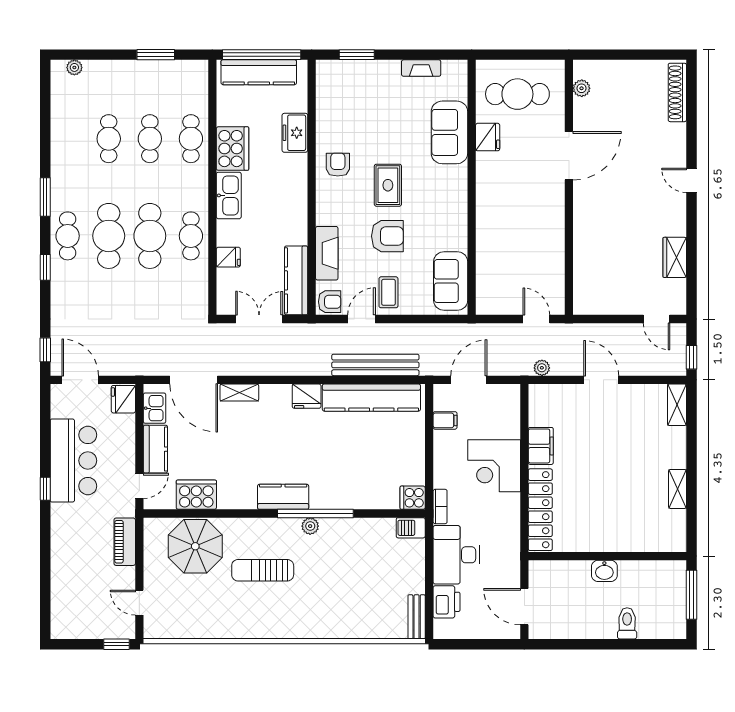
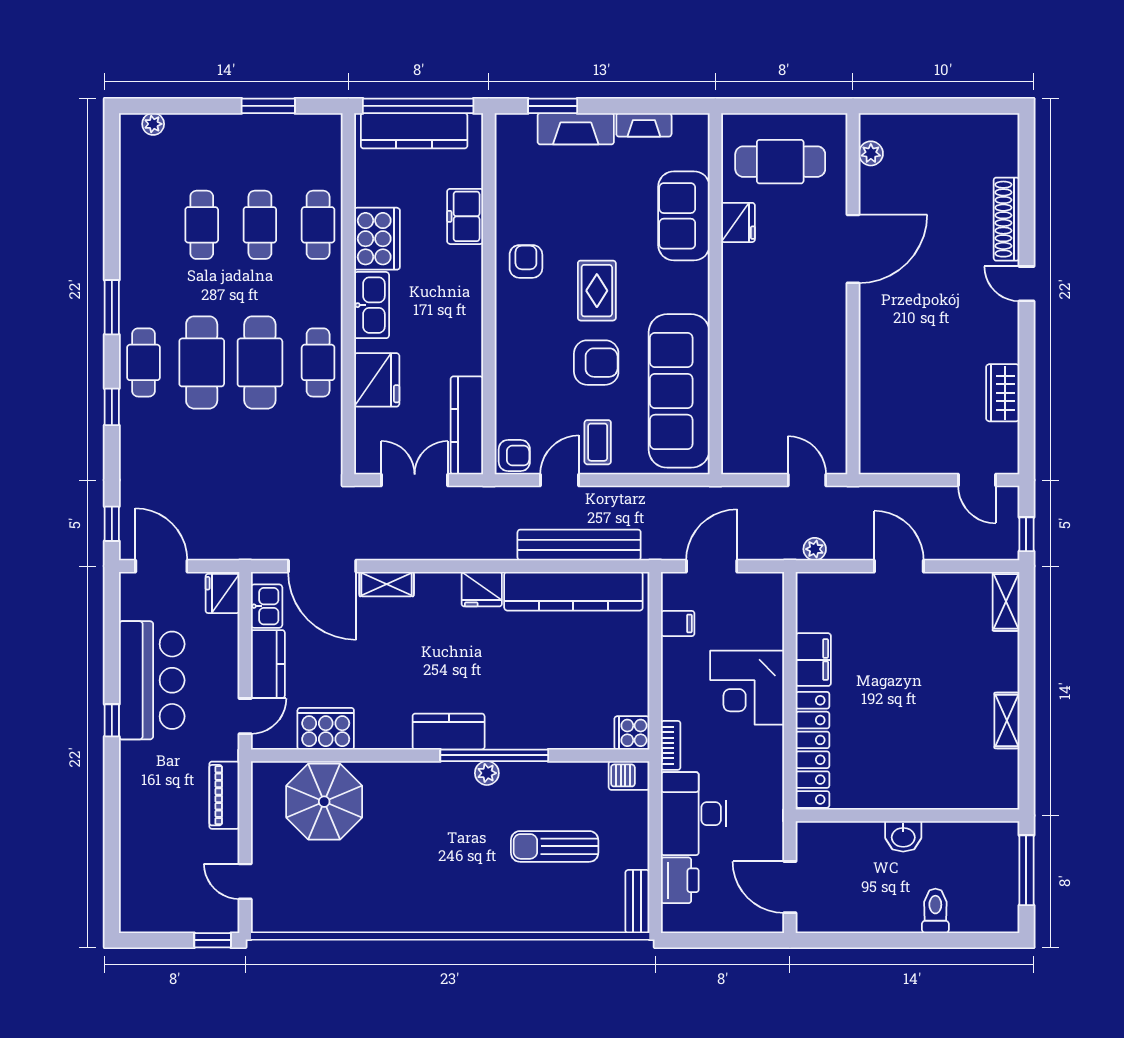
shoe rack: (677, 92) -> (1006, 219), moved
fireplace: (327, 253) -> (576, 129), moved, turned 90
fridge: (228, 257) -> (377, 380), width x1.88, depth x1.34
sofa: (451, 281) -> (679, 391), width x1.85, depth x1.27
sun lounger: (263, 570) -> (555, 846), moved

